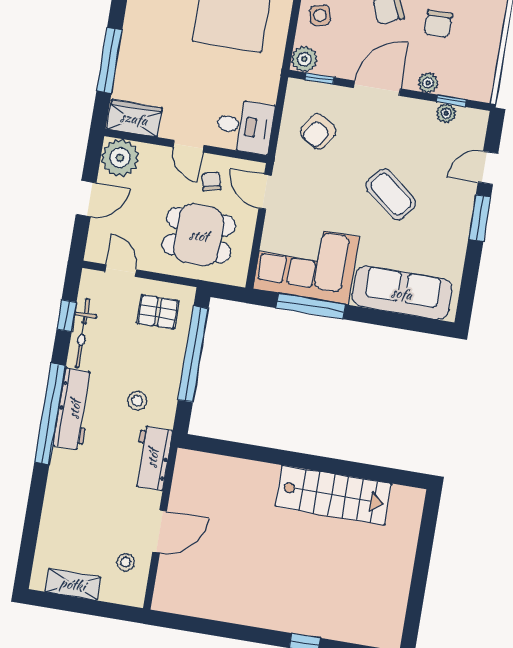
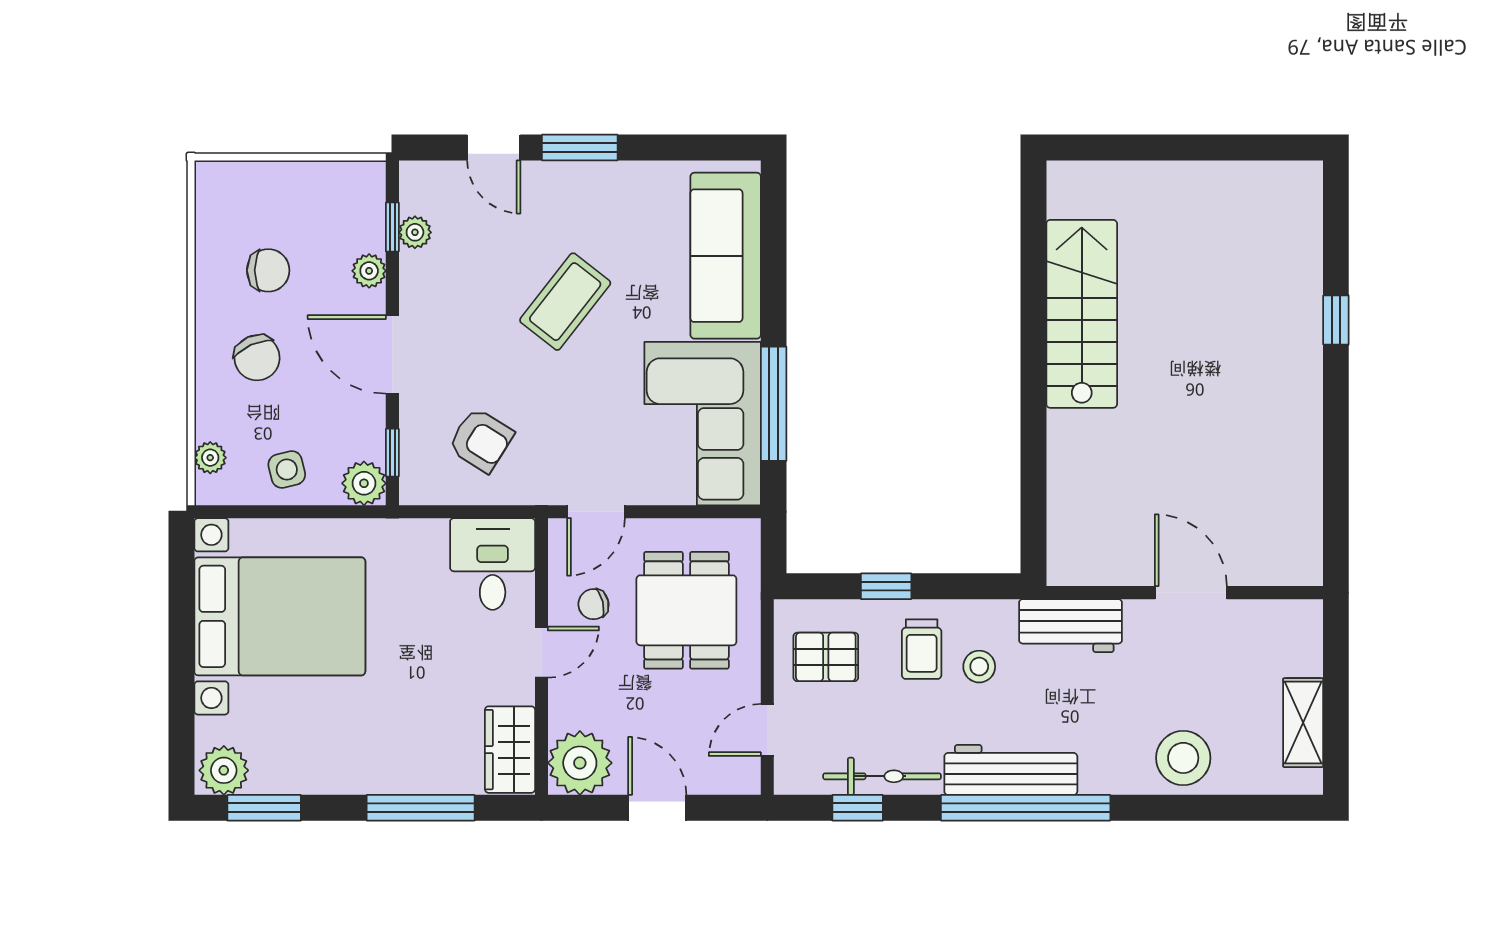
pallet: (158, 312) -> (826, 657), turned 90
window: (193, 354) -> (886, 586), width x0.32
trolley: (153, 369) -> (922, 649), added
stool: (126, 562) -> (1183, 758), moved, width x1.89, depth x1.89

